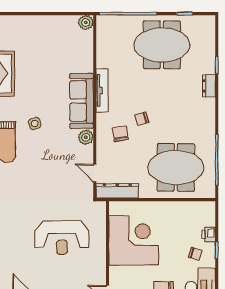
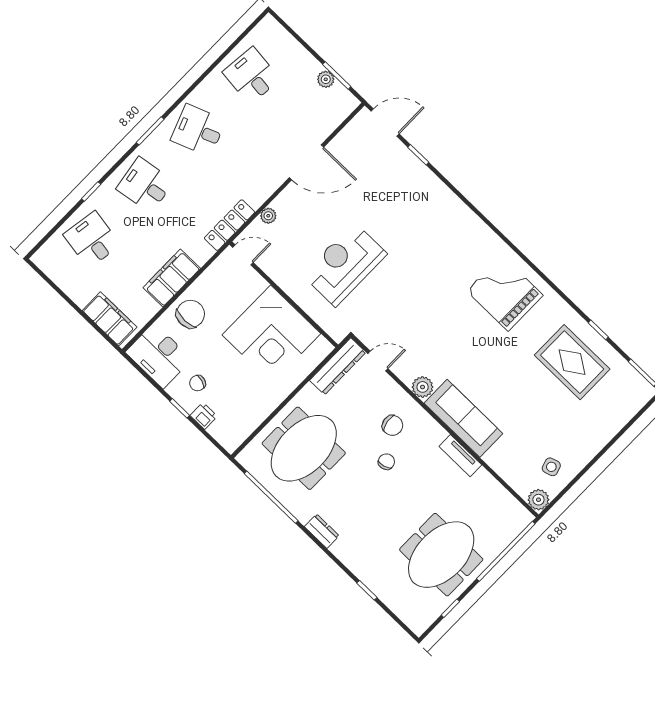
dresser: (209, 86) -> (322, 531), moved
tv unit: (102, 90) -> (460, 456), width x0.71
side table: (35, 124) -> (551, 467), moved

